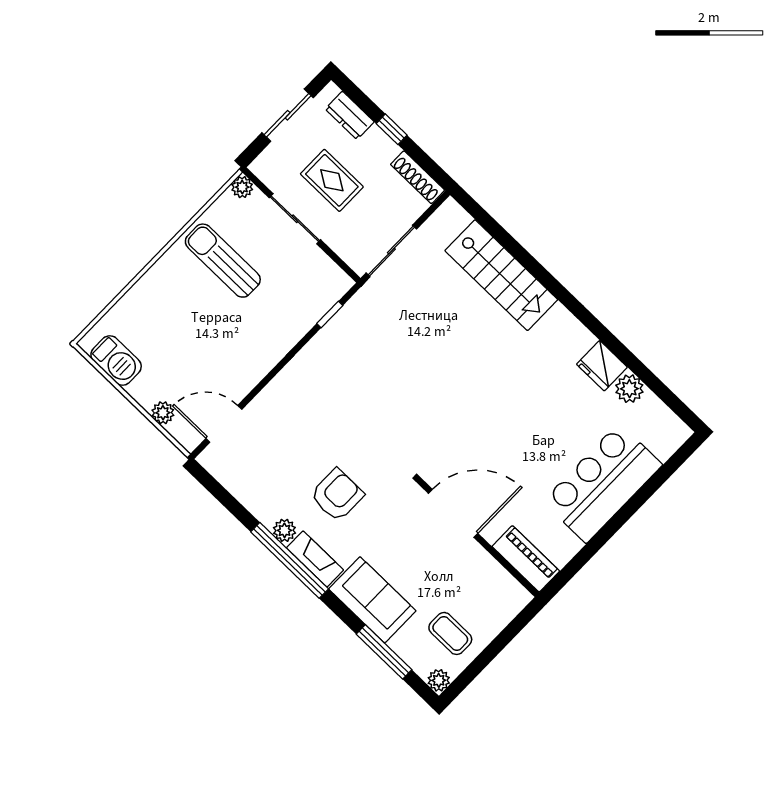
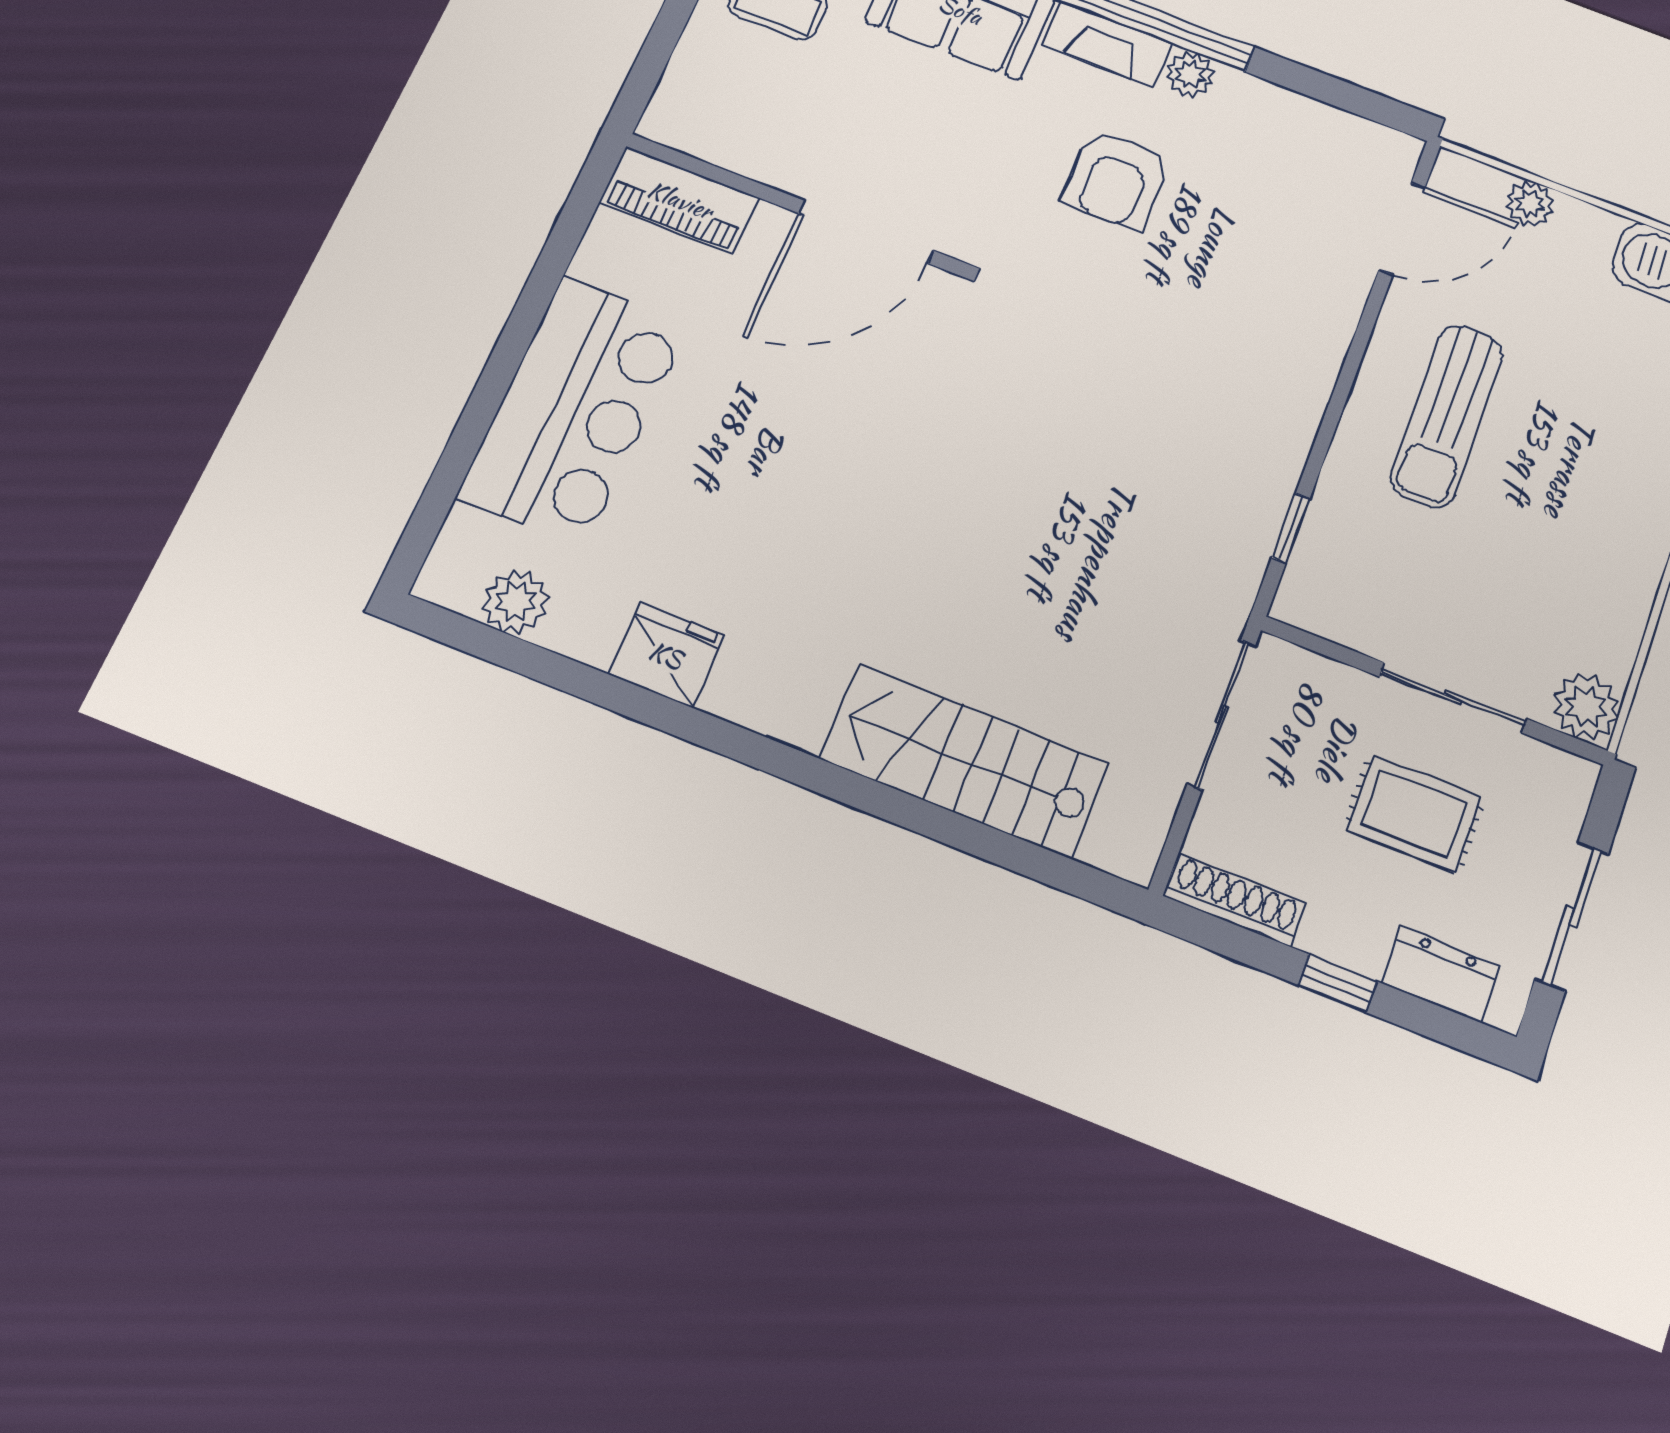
plant: (242, 187) -> (1586, 707), width x1.38, depth x1.38
sun lounger: (223, 261) -> (1447, 416), moved, turned 90
plant: (629, 389) -> (516, 602), moved

